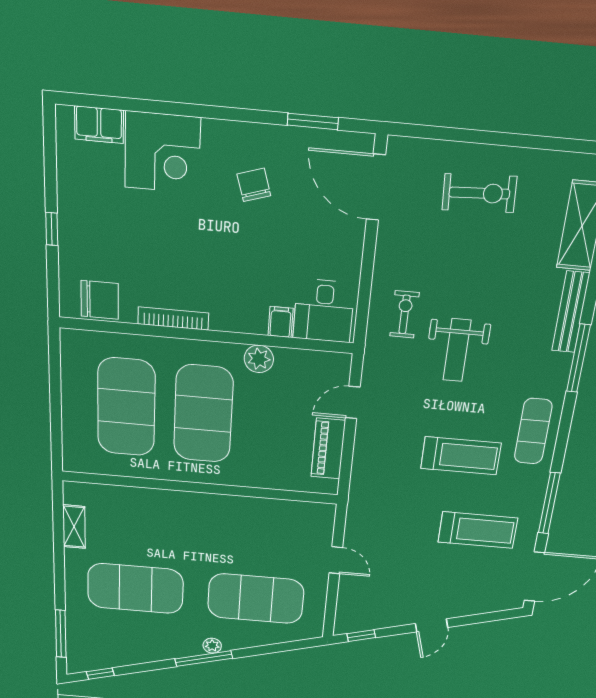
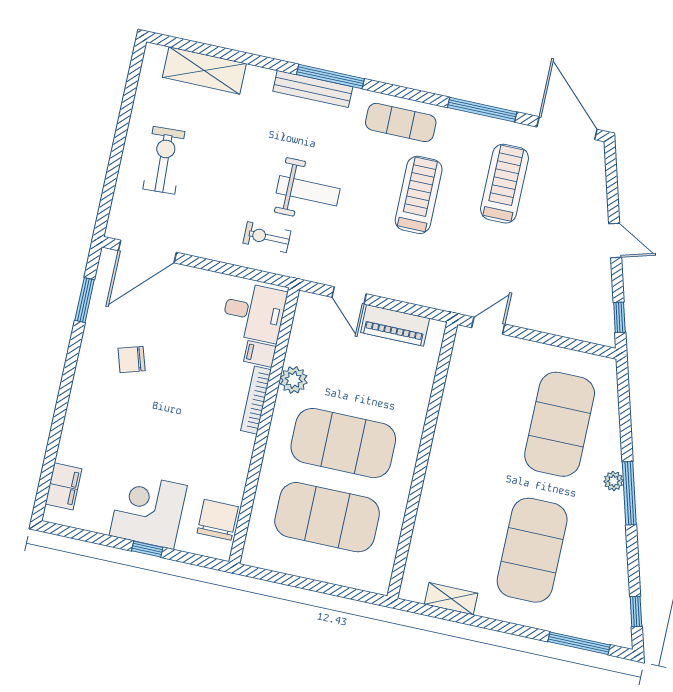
corner desk: (162, 153) -> (148, 511), moved, turned -90
bench: (571, 312) -> (313, 89), moved
bookcase: (173, 319) -> (256, 400), moved
door: (336, 560) -> (488, 326), moved

